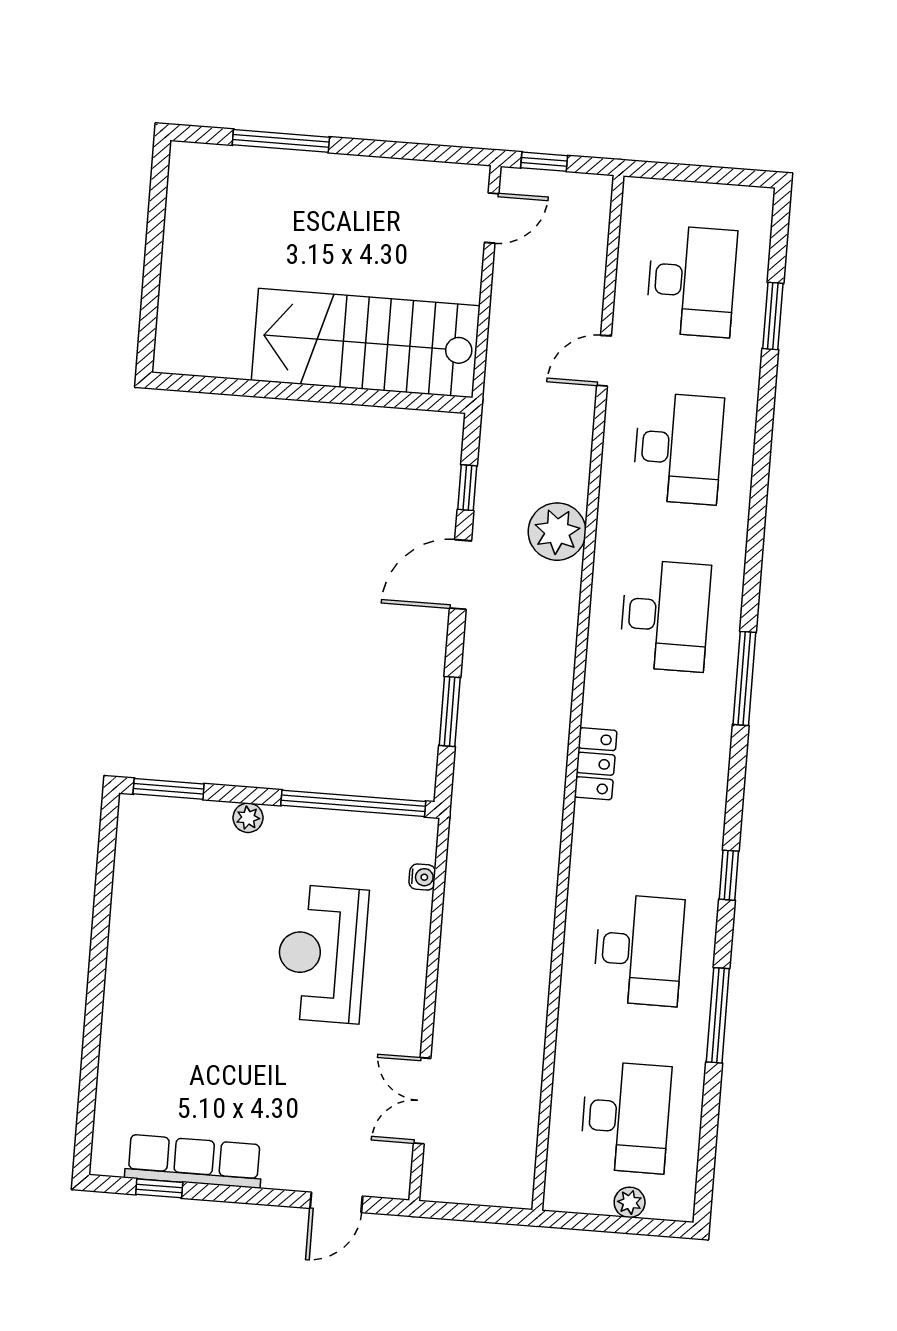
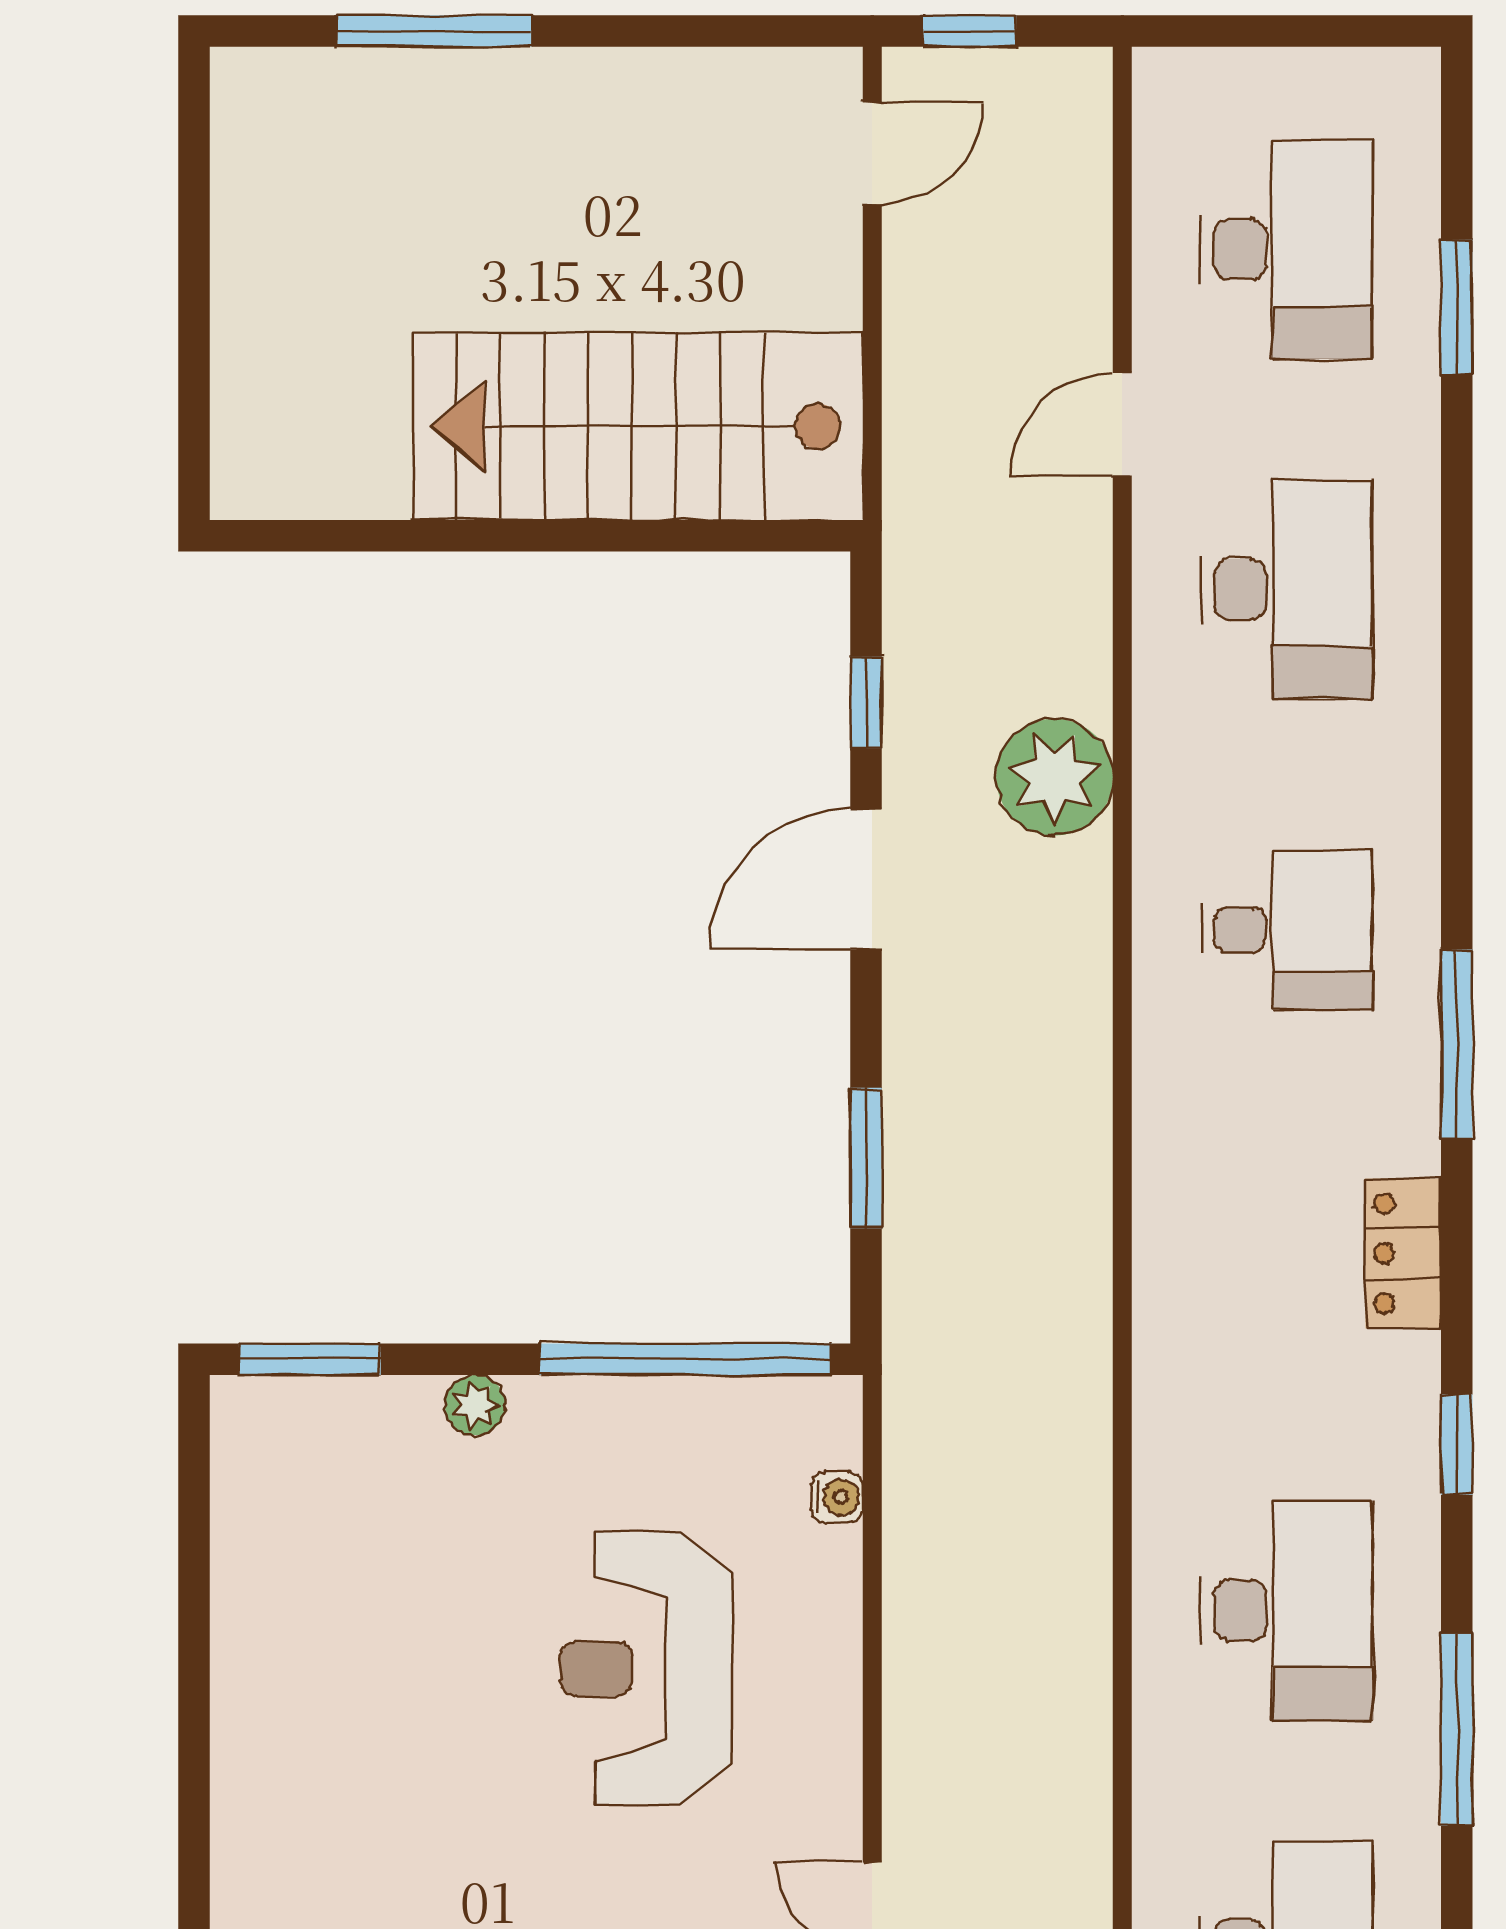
desk: (665, 616) -> (1286, 930), width x0.73
locker: (596, 764) -> (1403, 1253), moved, turned 180

